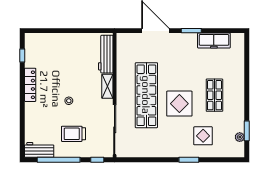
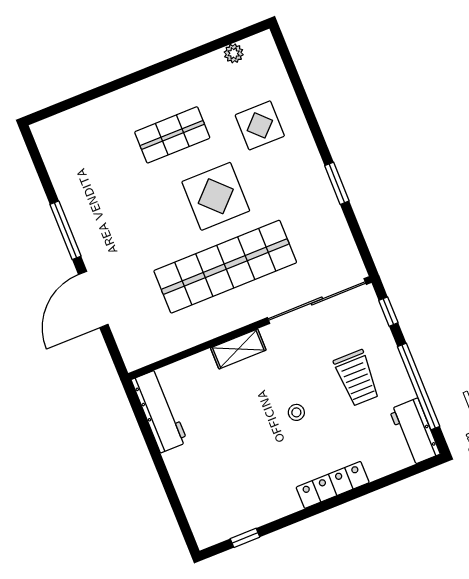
window: (191, 31) -> (65, 230), width x1.44
freezer: (214, 41) -> (67, 178), removed
workbench: (106, 54) -> (159, 411), moved, turned -90
locker: (30, 85) -> (333, 485), moved
window: (247, 131) -> (216, 45), removed
window: (189, 160) -> (337, 183), moved

